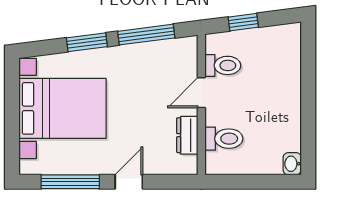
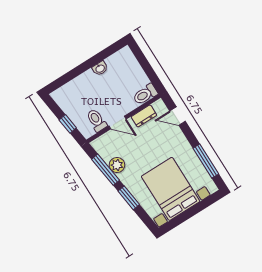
plant: (143, 55) -> (117, 165), added
toilet: (224, 139) -> (145, 94), moved, turned -90
washbasin: (292, 164) -> (100, 68), moved
door: (129, 182) -> (178, 116), moved

